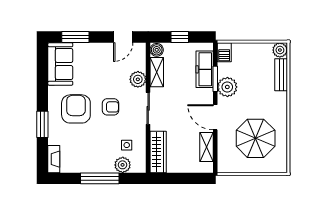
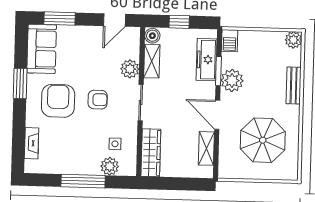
bench: (281, 75) -> (294, 85), moved
window: (42, 124) -> (20, 84), moved
fireplace: (54, 159) -> (32, 143), moved

